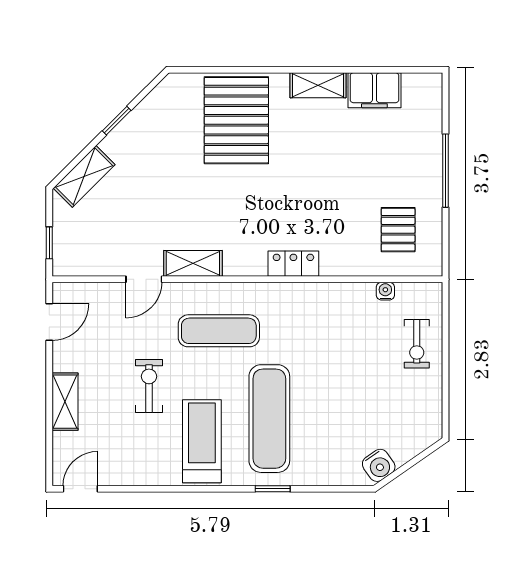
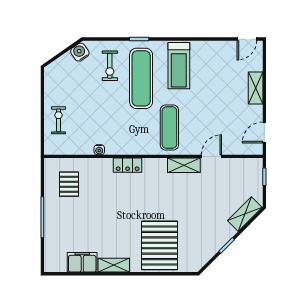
water cooler: (385, 291) -> (99, 150), moved
exercise mat: (219, 331) -> (169, 128), turned 90
exercise bike: (149, 386) -> (110, 66), moved

